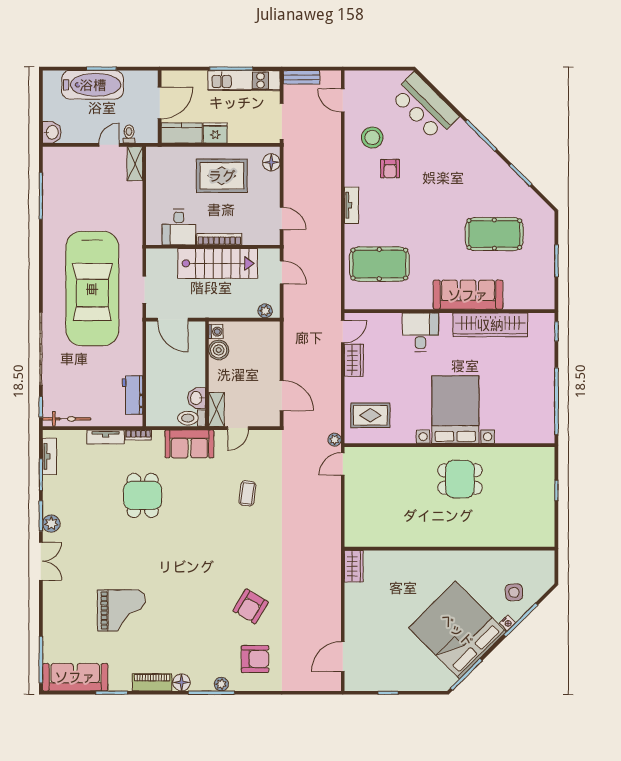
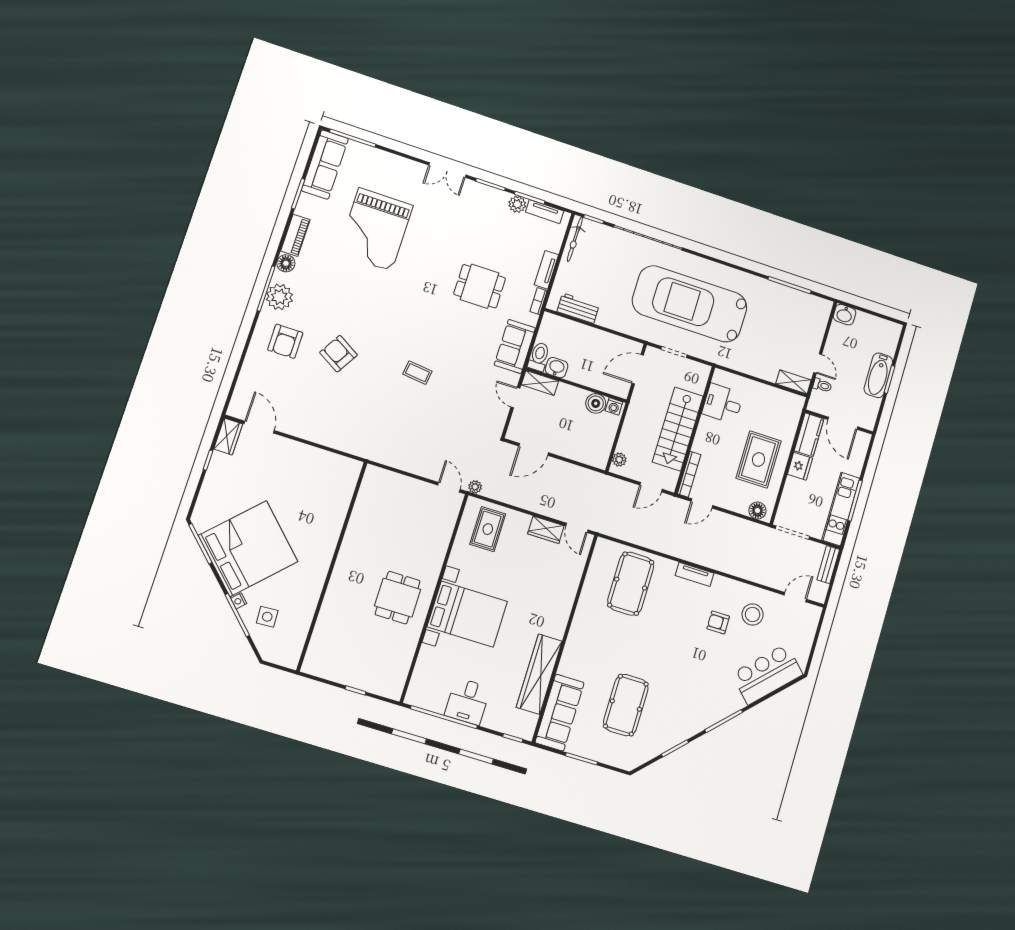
bathtub: (93, 85) -> (878, 375), width x0.73, depth x0.73
bookcase: (219, 239) -> (689, 474), moved
sofa: (468, 295) -> (560, 713), moved
desk: (420, 332) -> (468, 701), moved, turned 90
coffee table: (247, 493) -> (417, 373), moved
plant: (51, 523) -> (517, 204), moved
wardrobe: (354, 566) -> (228, 436), moved, turned -90
grand piano: (121, 610) -> (375, 229), width x1.37, depth x1.48
plant: (221, 684) -> (279, 297), width x1.87, depth x1.87

